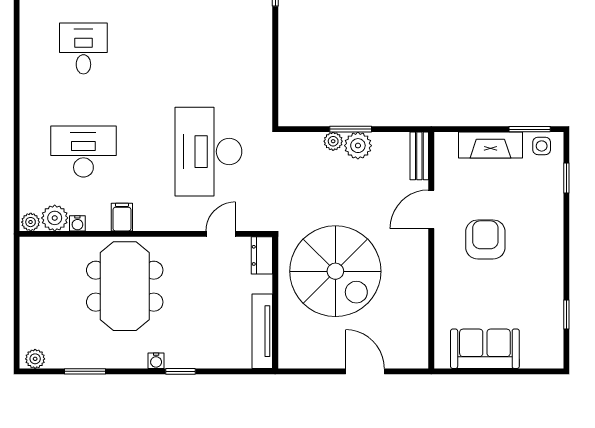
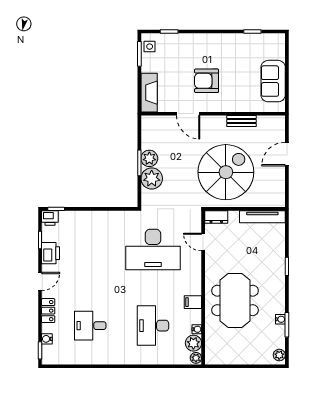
plant: (333, 141) -> (152, 178), width x1.88, depth x1.88
fireplace: (490, 145) -> (149, 93), moved
bench: (419, 156) -> (241, 121), moved
meeting table: (125, 286) -> (235, 300), turned 90
water cooler: (156, 361) -> (280, 319), moved

